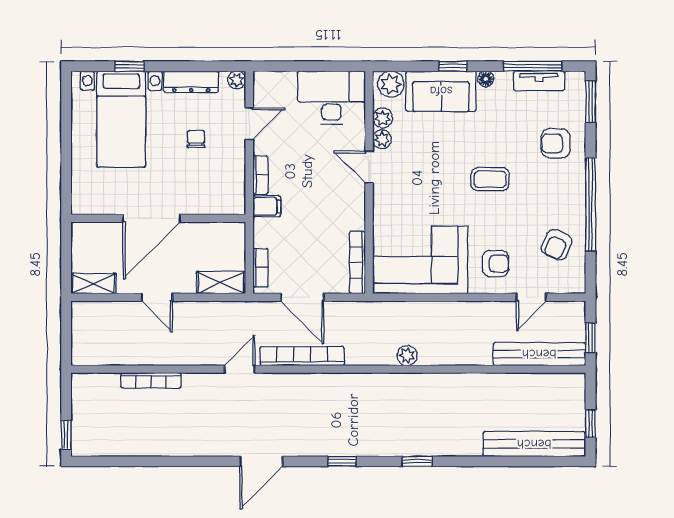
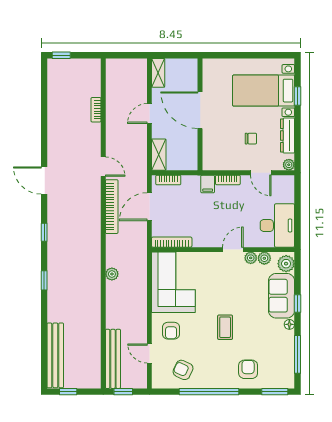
tv unit: (539, 81) -> (288, 359), removed
bookcase: (151, 380) -> (96, 110), width x0.64

